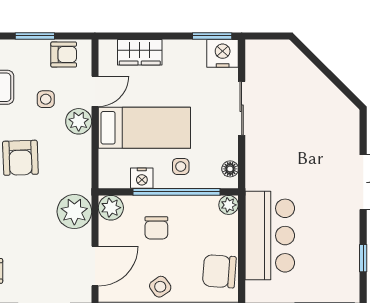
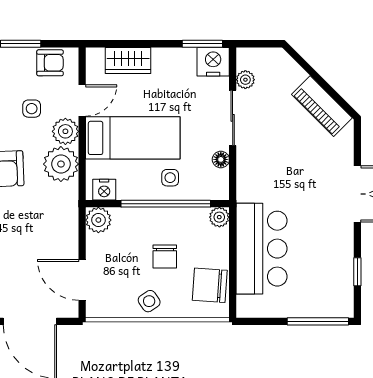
plant: (254, 71) -> (245, 80), added
piano: (328, 97) -> (322, 106), added
floor lamp: (230, 169) -> (221, 159), moved
nightstand: (142, 178) -> (104, 190), moved
plant: (74, 212) -> (61, 164), moved
chair: (156, 228) -> (165, 257), moved
door: (95, 266) -> (82, 280), swing flipped

